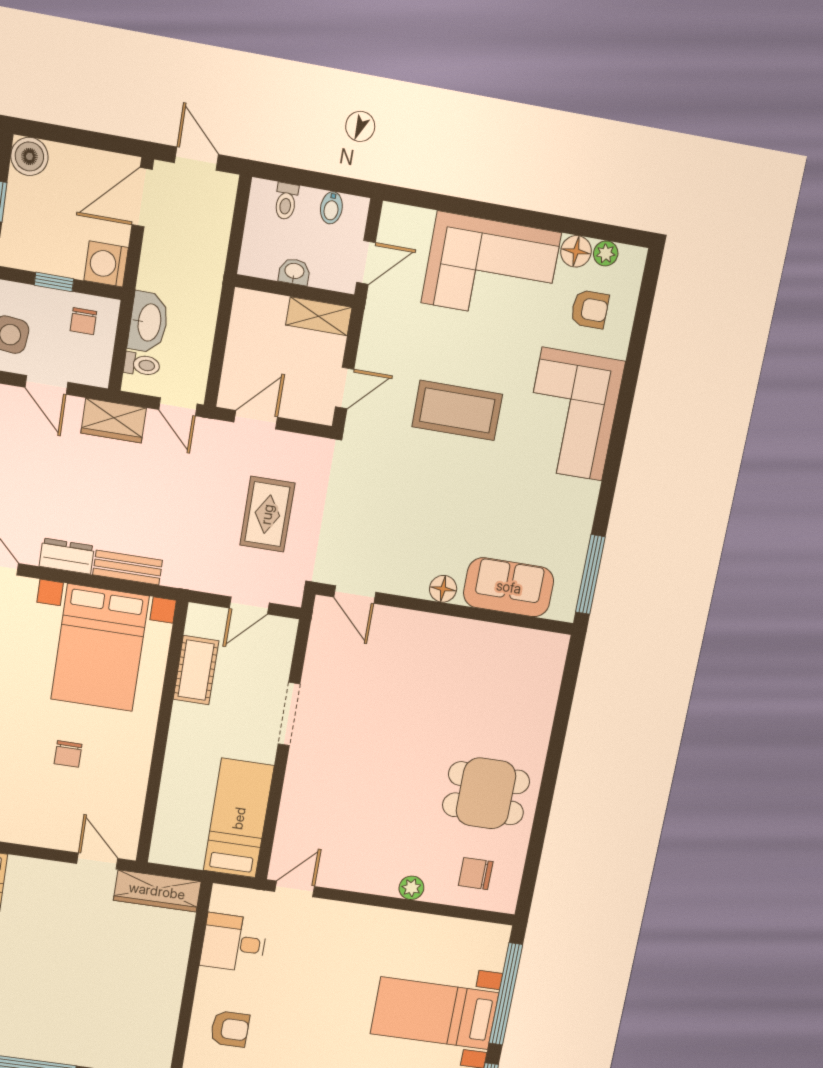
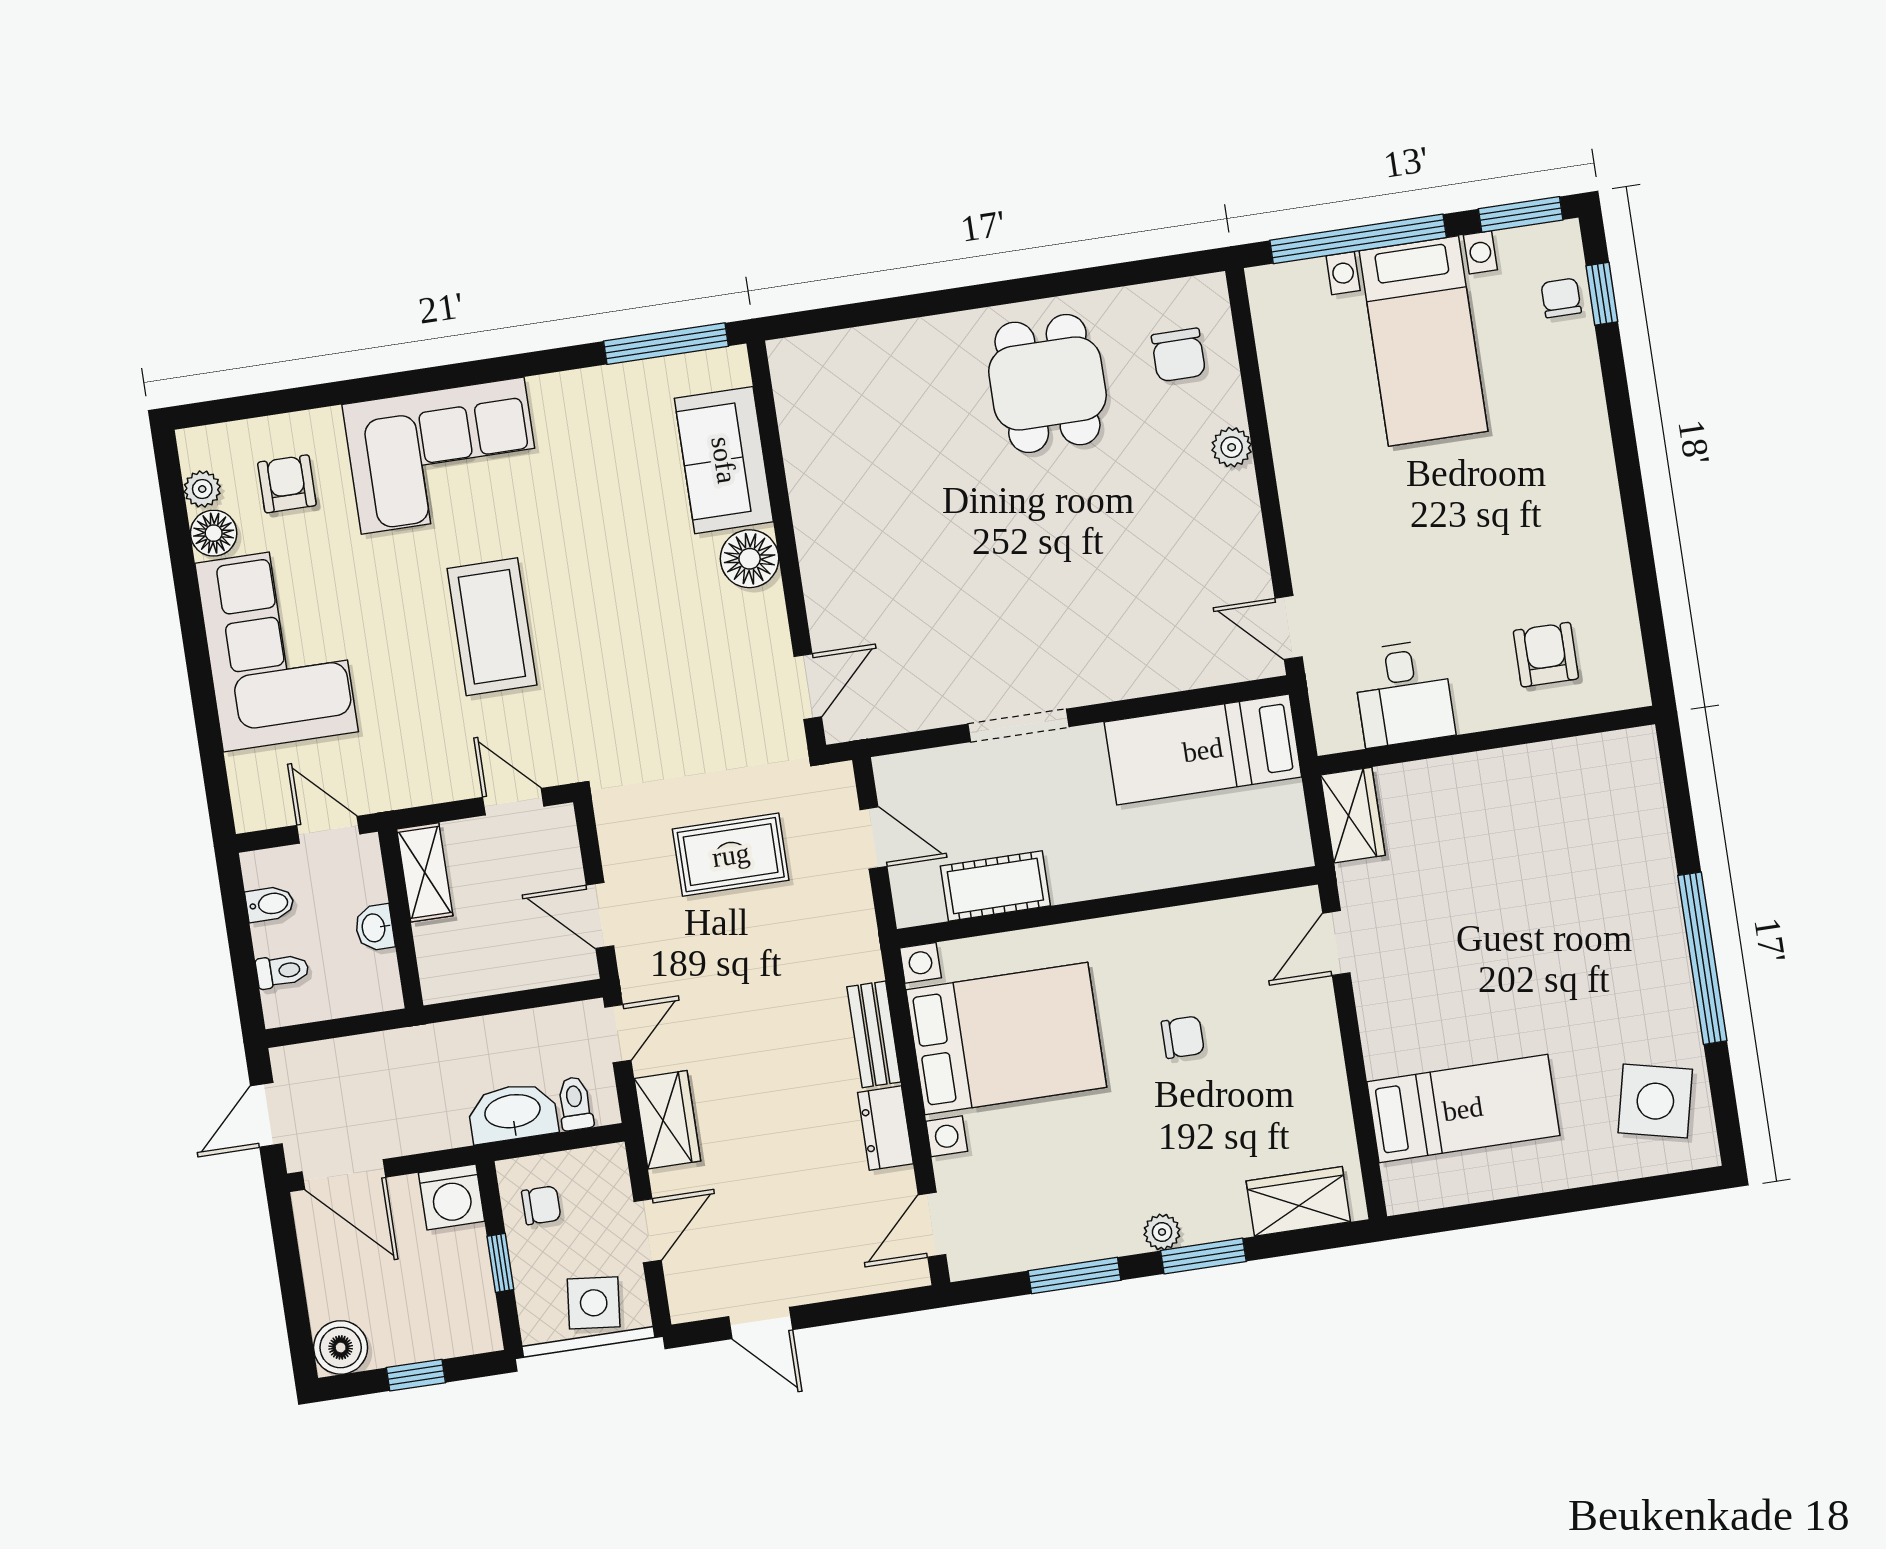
floor lamp: (443, 589) -> (750, 559), width x1.38, depth x1.38
wardrobe: (157, 891) -> (1353, 815), width x0.67

